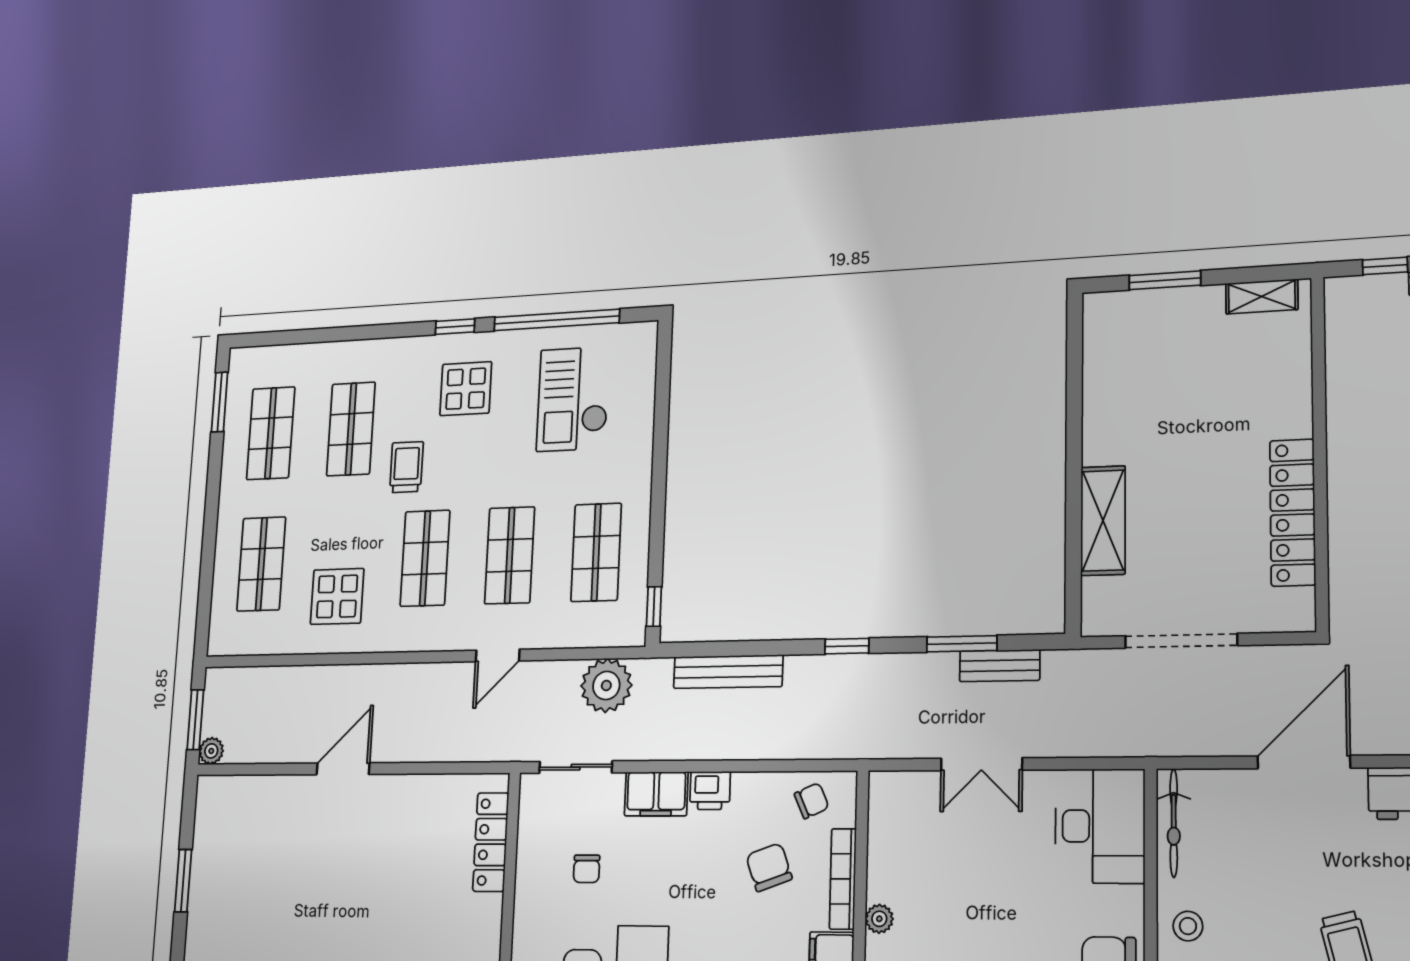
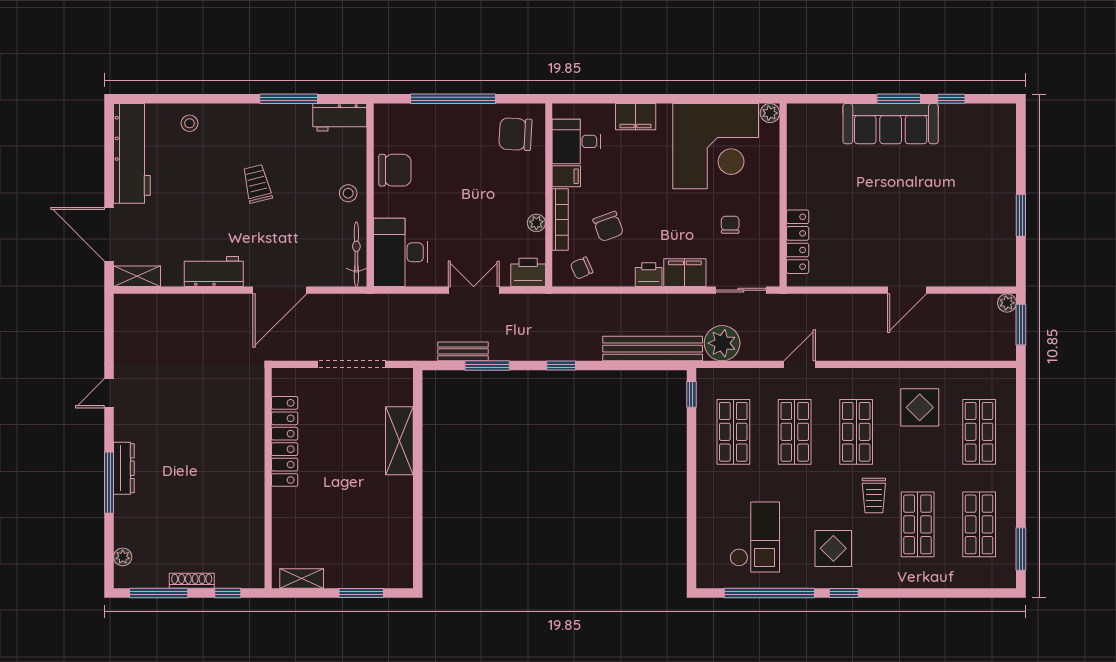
bench: (728, 672) -> (653, 349), width x1.37, depth x1.21
printer: (895, 793) -> (528, 272), added
plant: (879, 919) -> (536, 223), moved

